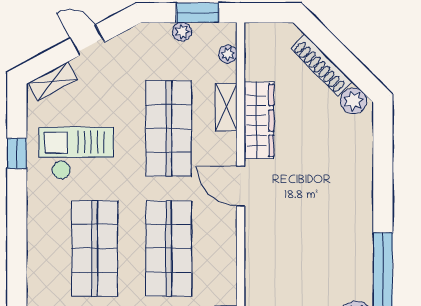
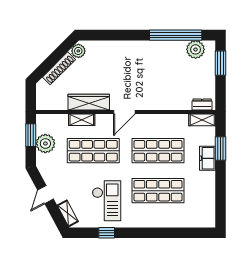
plant: (182, 32) -> (45, 144), width x1.88, depth x1.88
plant: (228, 54) -> (53, 119), removed
checkout: (76, 153) -> (107, 201), turned 180

